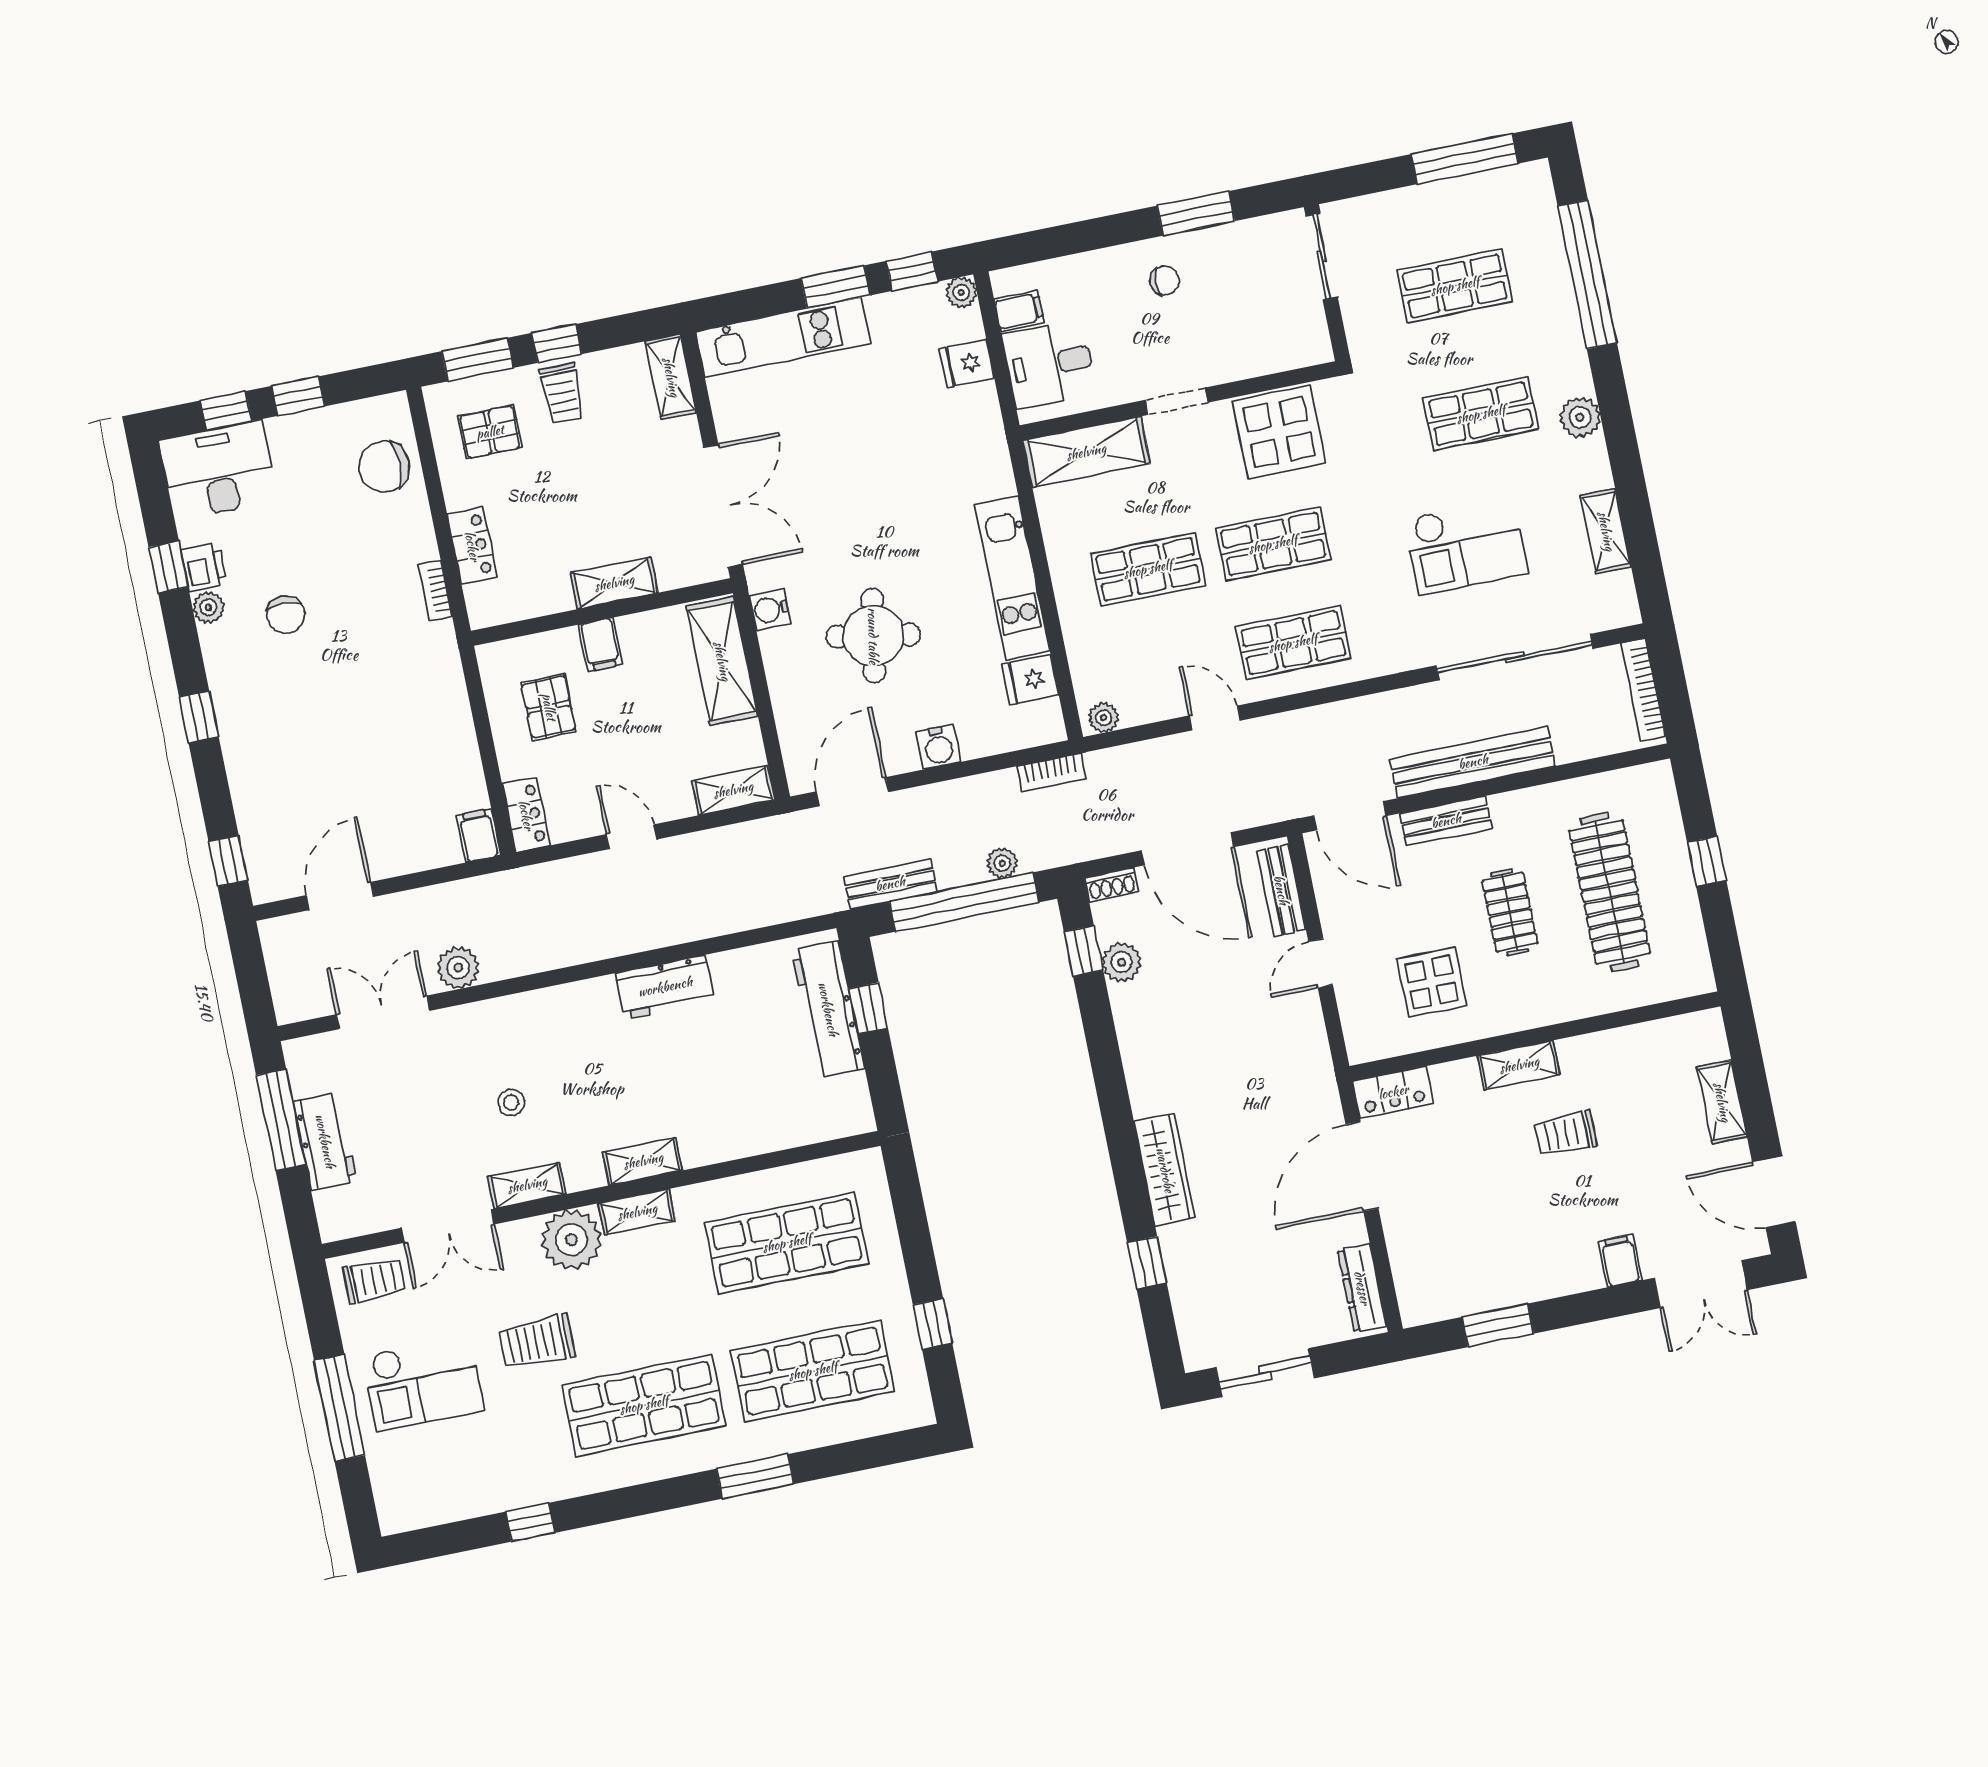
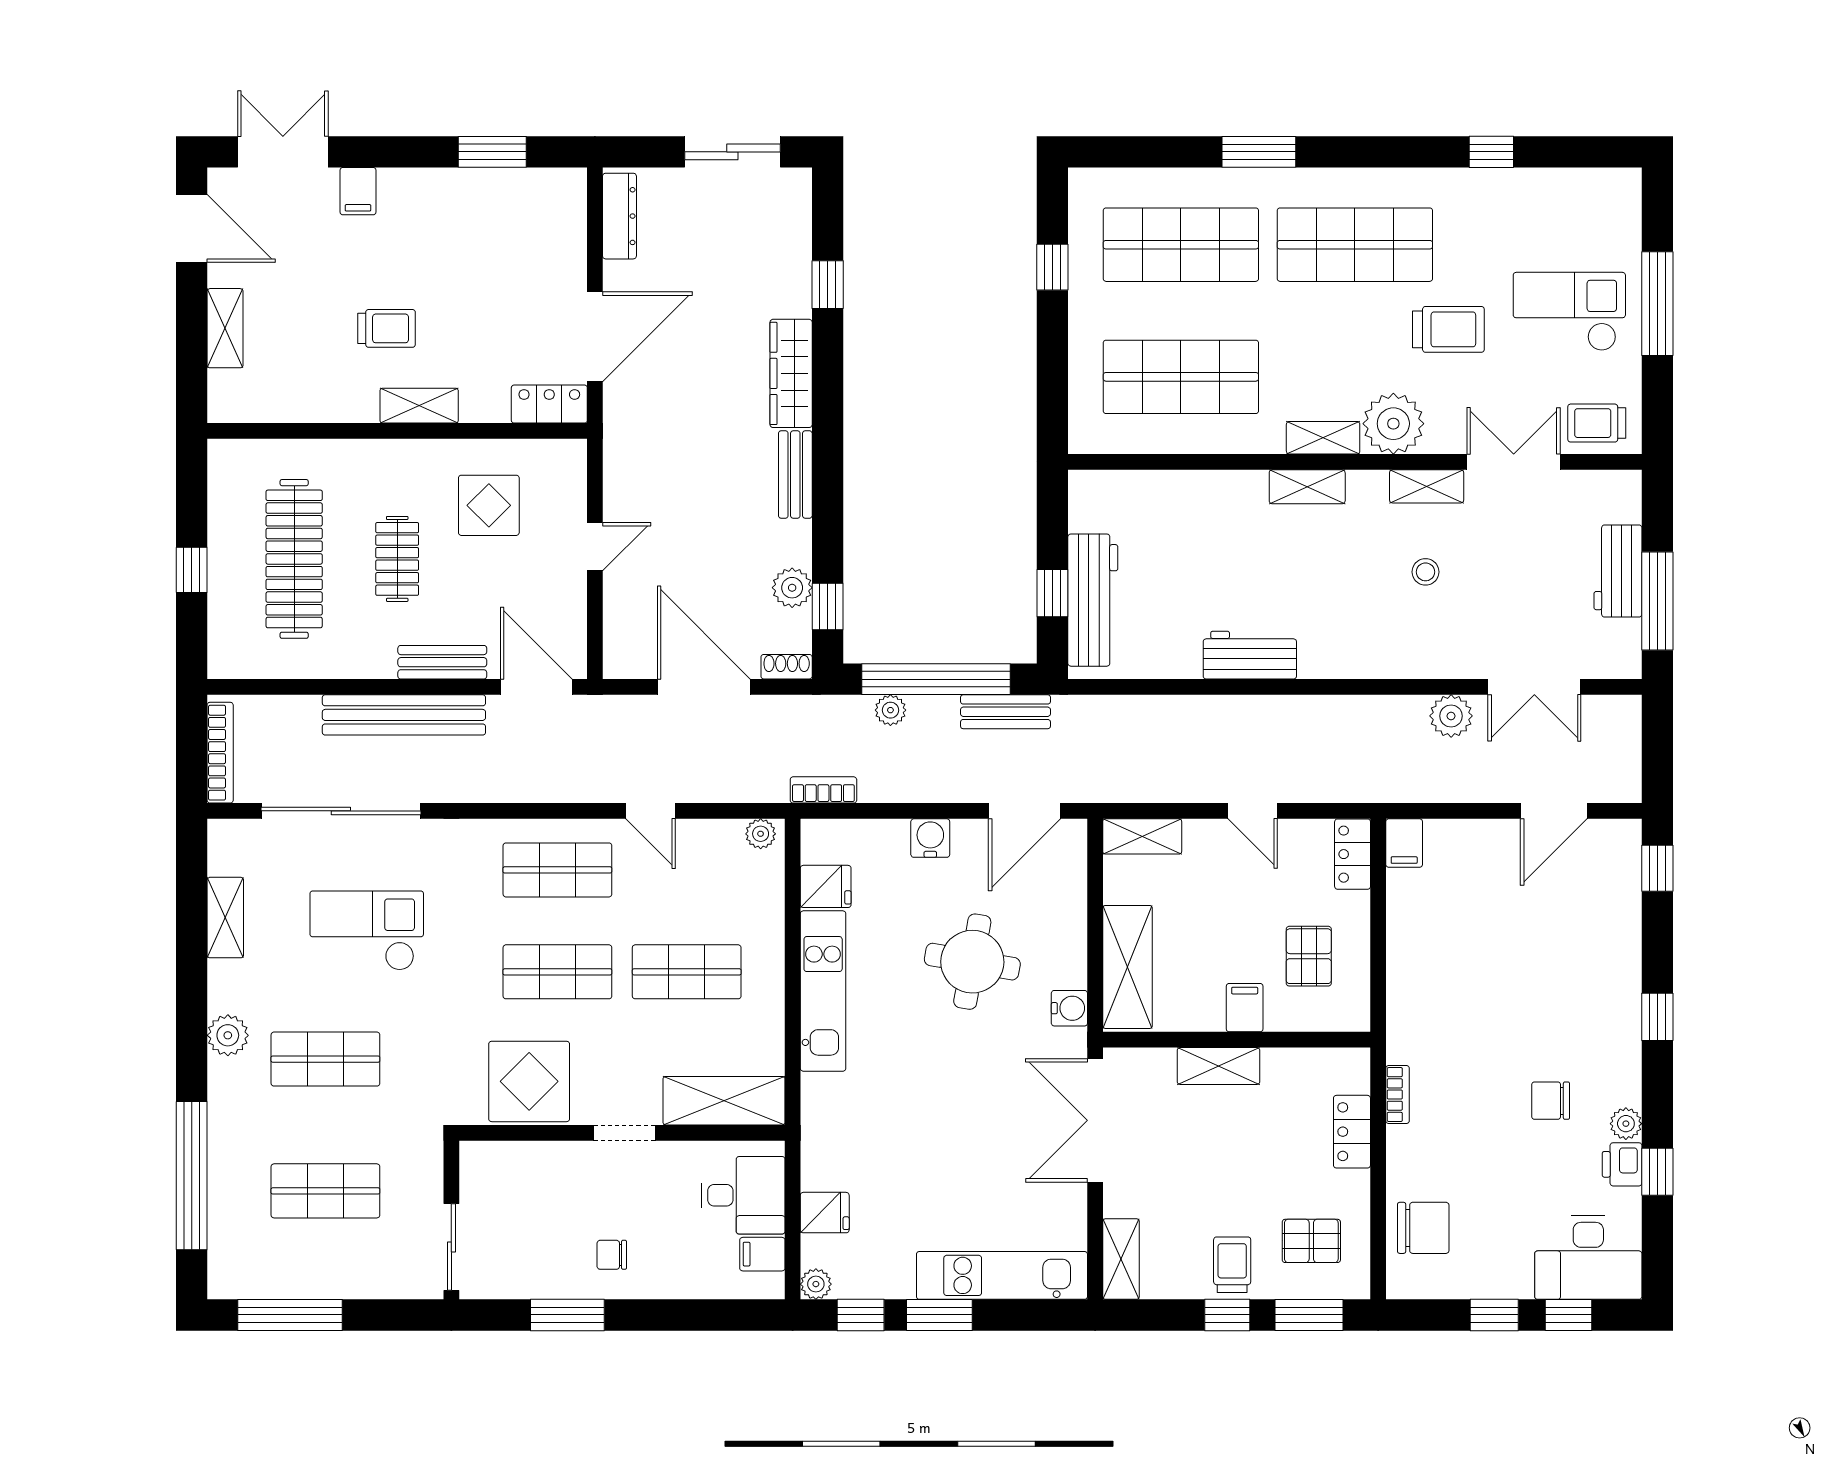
chair: (286, 615) -> (1551, 1101), turned -90
bench: (1281, 890) -> (795, 475), moved

